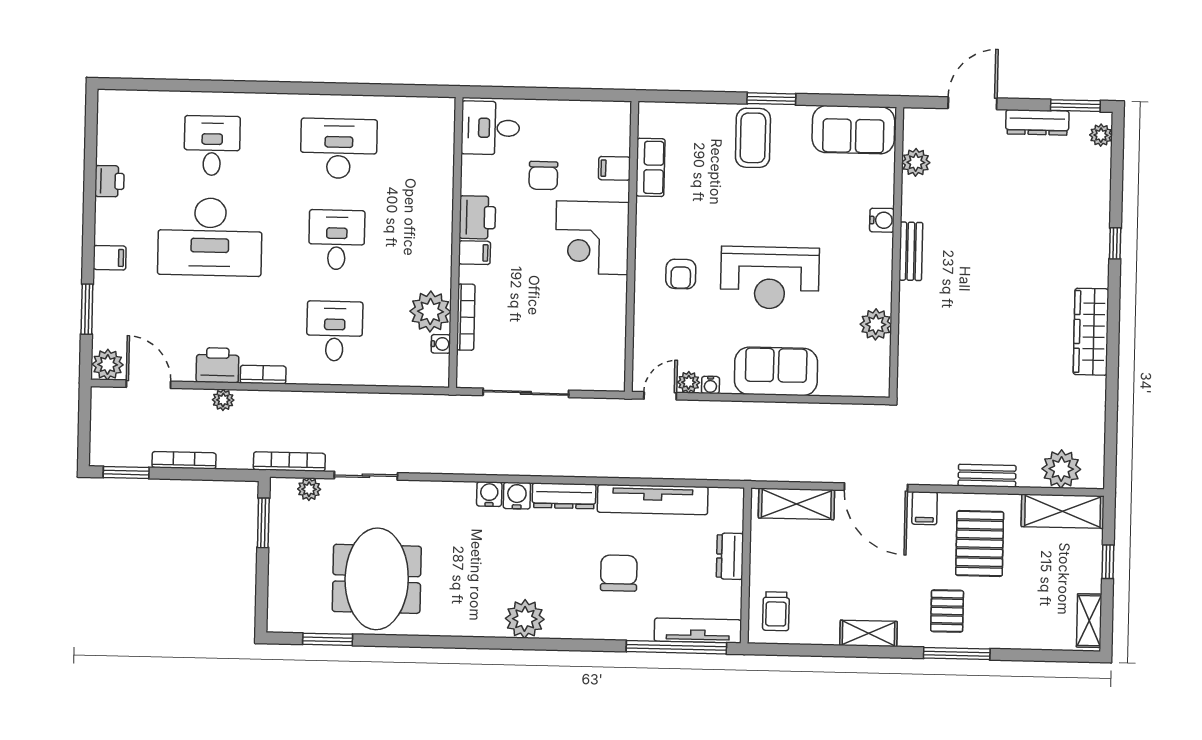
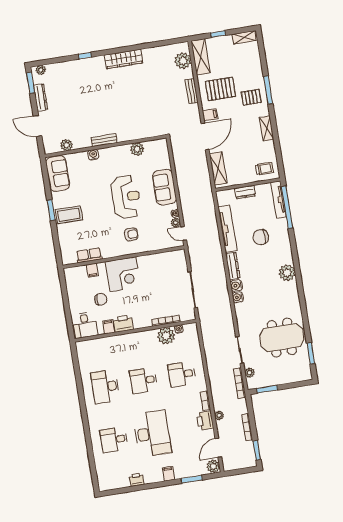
filing cabinet: (474, 253) -> (109, 327), moved

